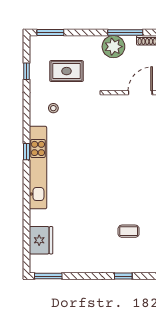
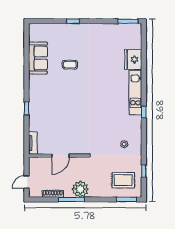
rug: (67, 71) -> (123, 180), moved
kitchen unit: (38, 168) -> (135, 93), width x0.73
coffee table: (129, 231) -> (70, 65), moved
fridge: (41, 240) -> (133, 59), moved

